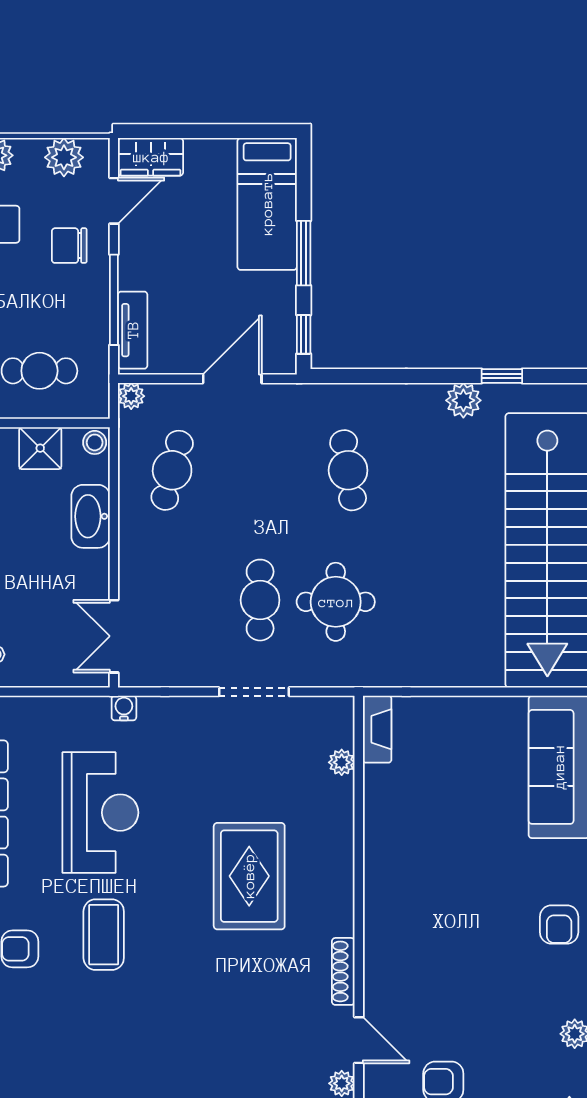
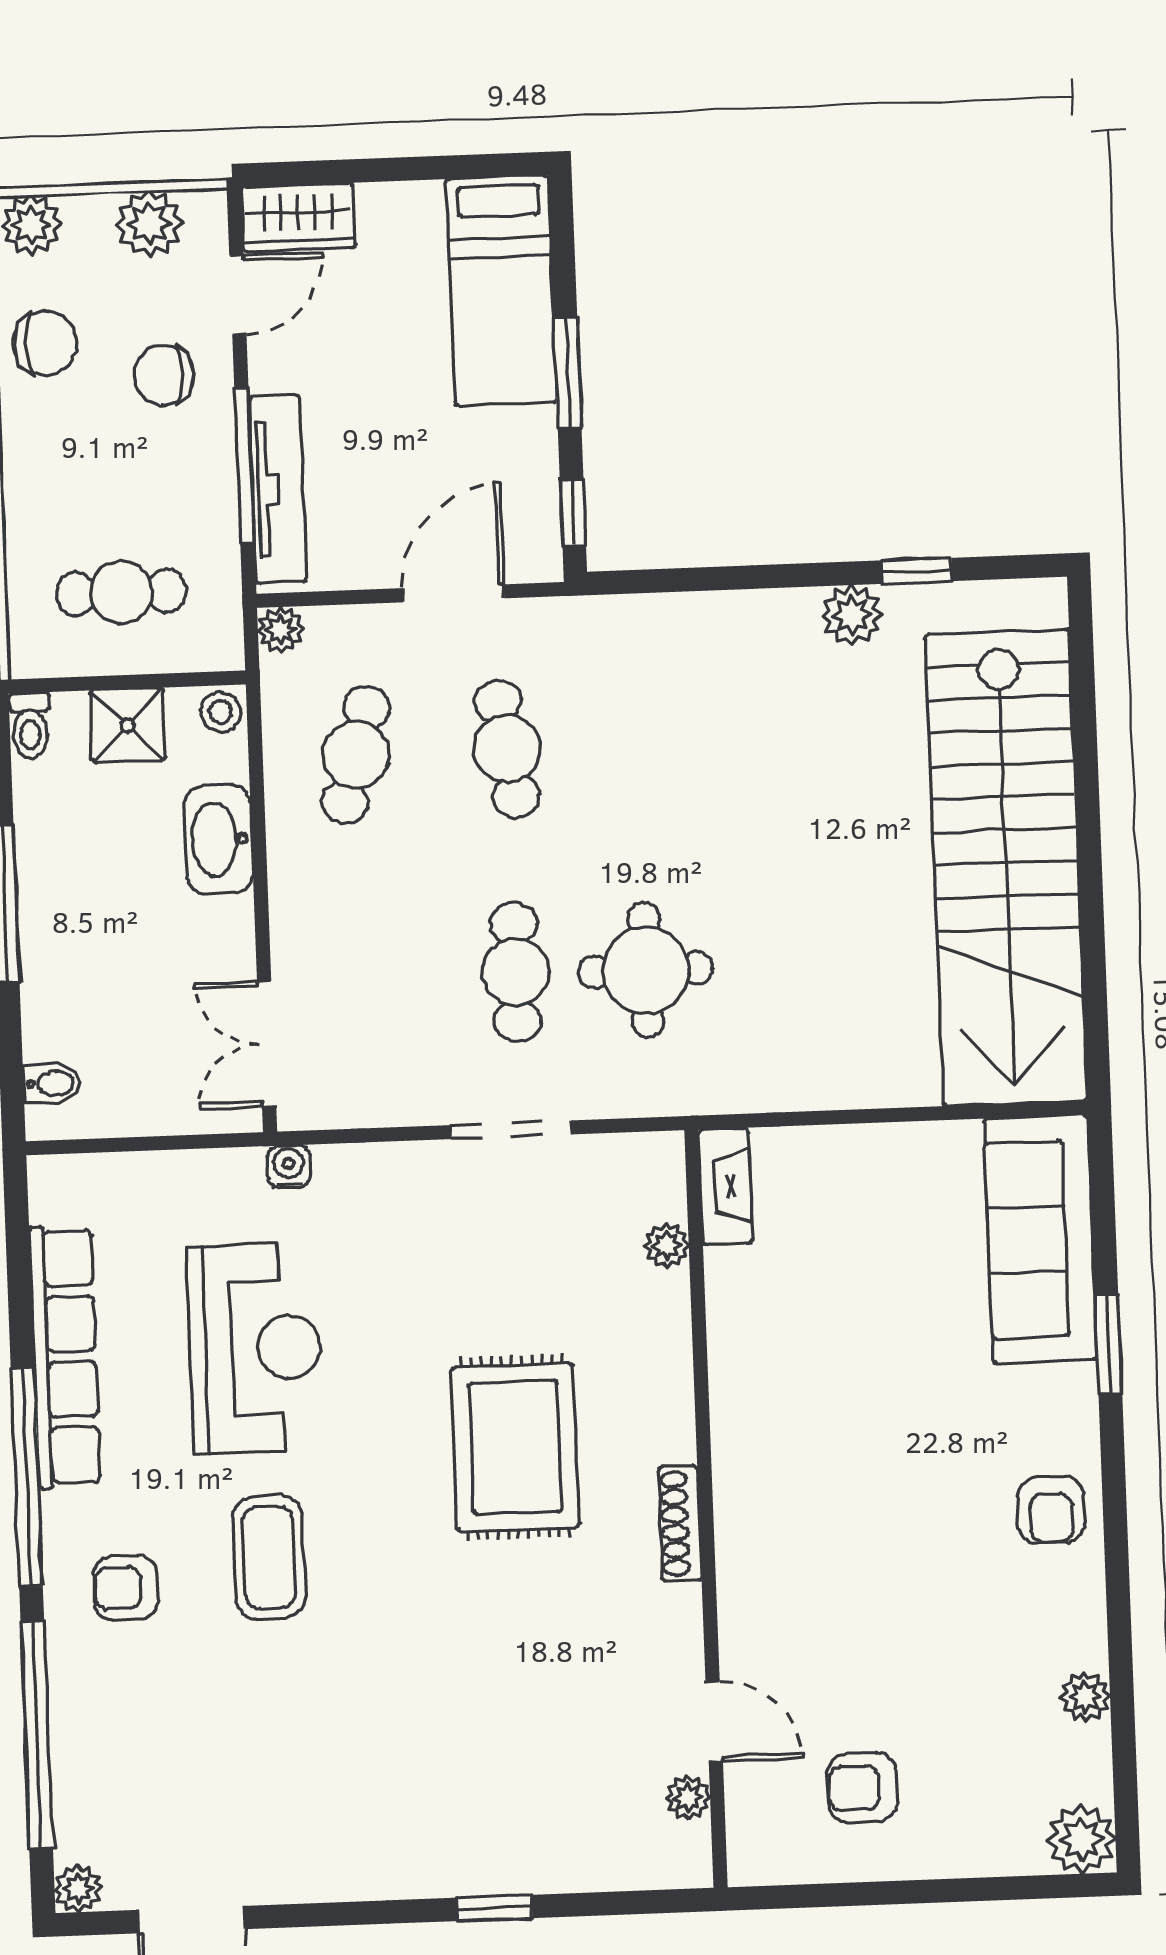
tv unit: (133, 330) -> (278, 489), width x1.41
cafe table: (348, 470) -> (507, 749), moved
shoe rack: (343, 971) -> (680, 1523), moved

